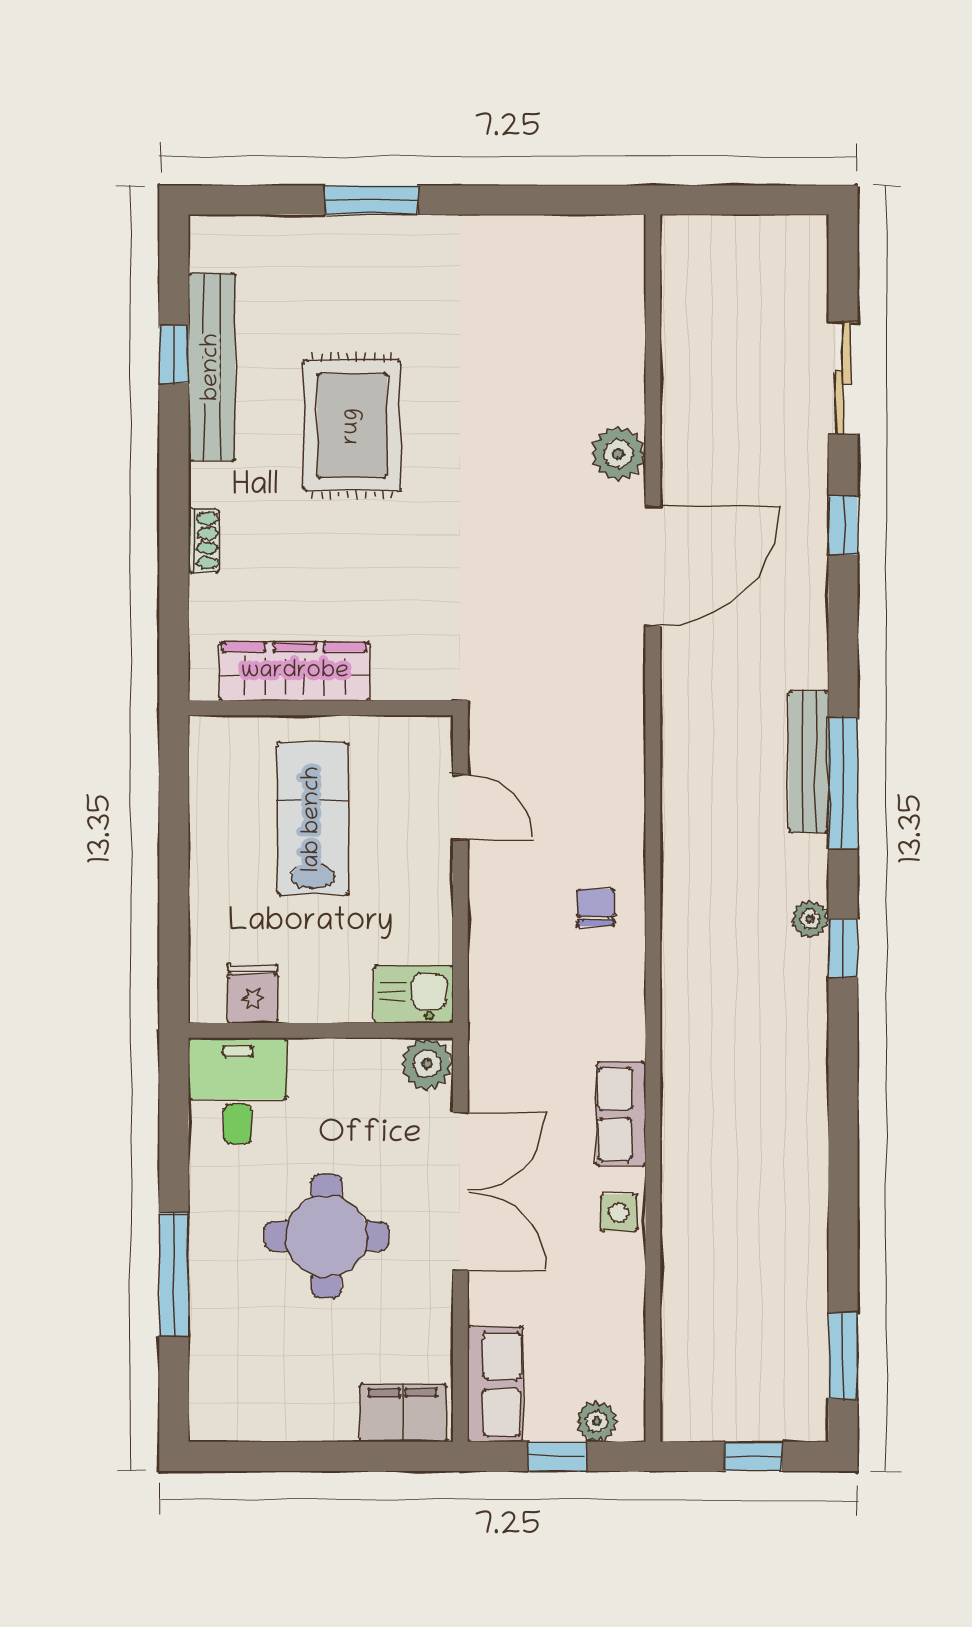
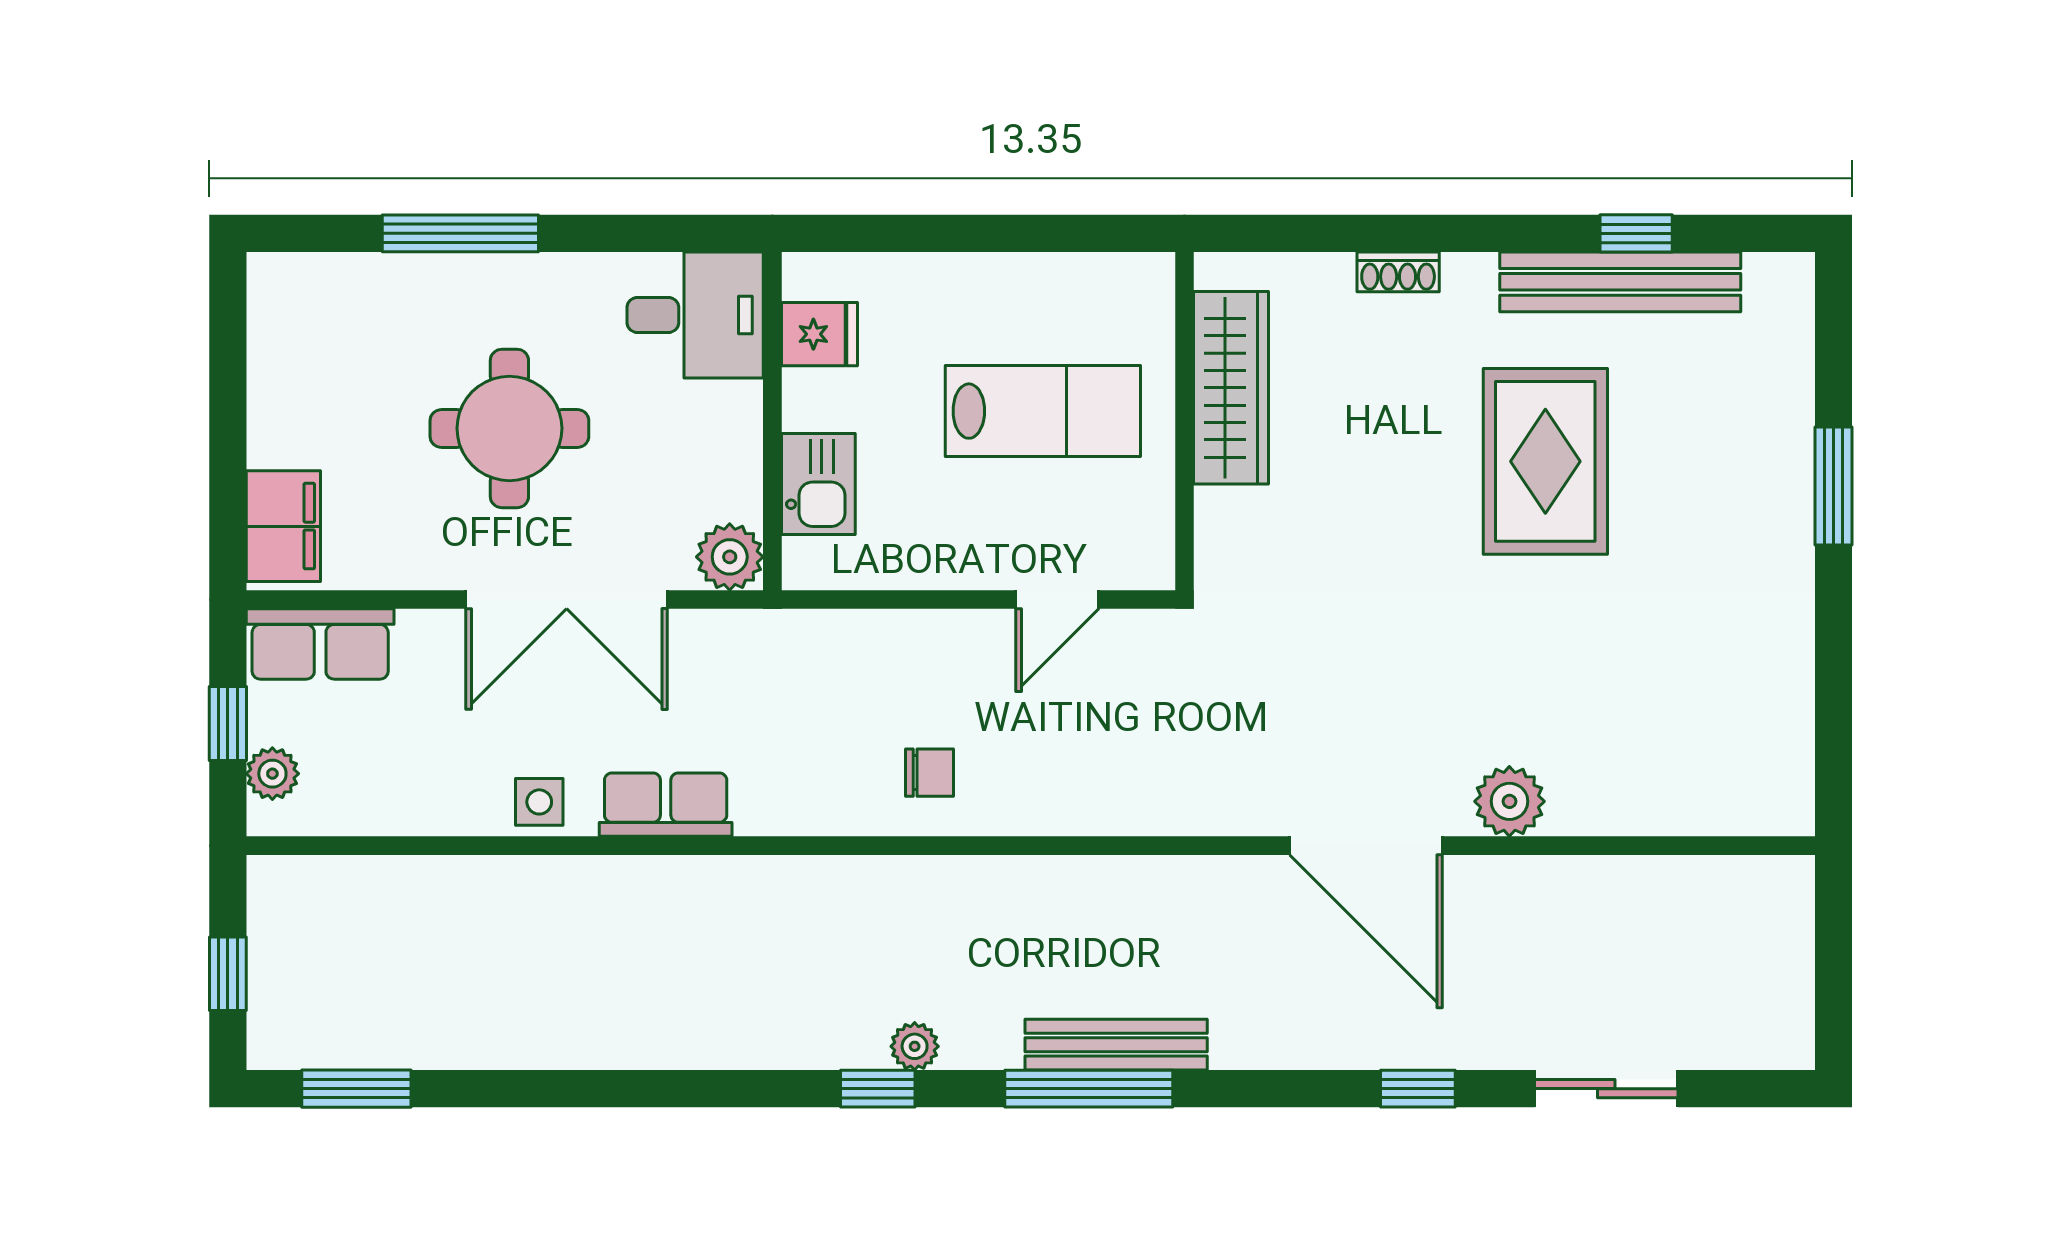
rug: (352, 426) -> (1545, 461), turned 90
kitchen sink: (413, 994) -> (818, 484), moved

